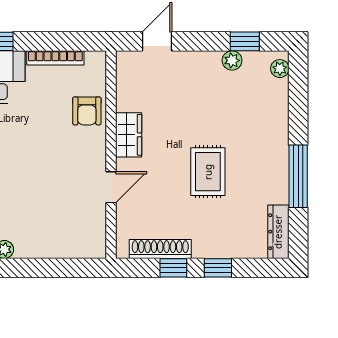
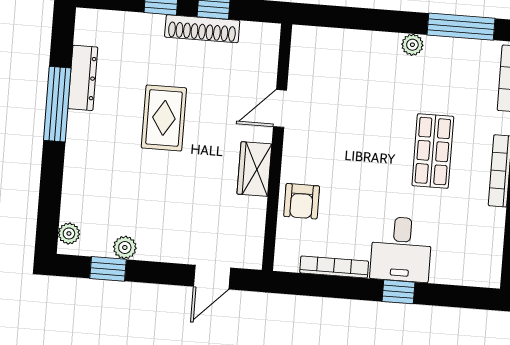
armchair: (87, 111) -> (302, 201), turned 180
dresser: (278, 232) -> (83, 78), moved
shoe rack: (160, 249) -> (202, 29), moved

